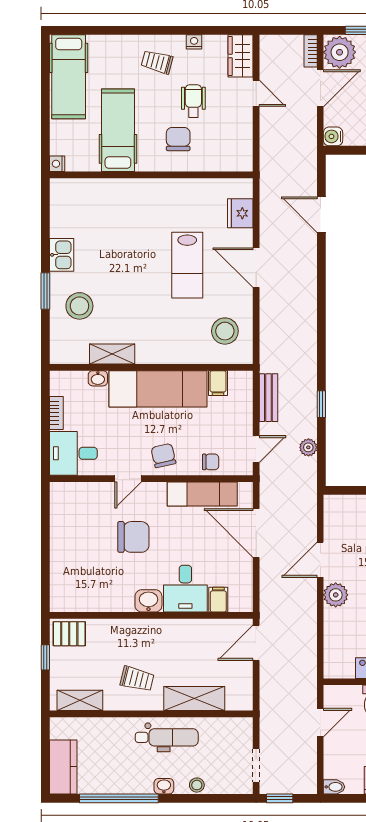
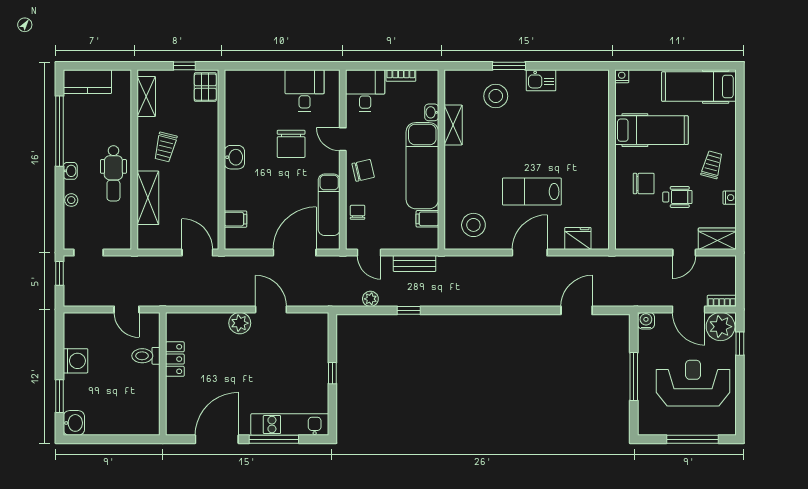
chair: (211, 462) -> (358, 212), turned 180
desk: (185, 589) -> (305, 91), moved, turned 90
bidet: (334, 787) -> (70, 322), removed

